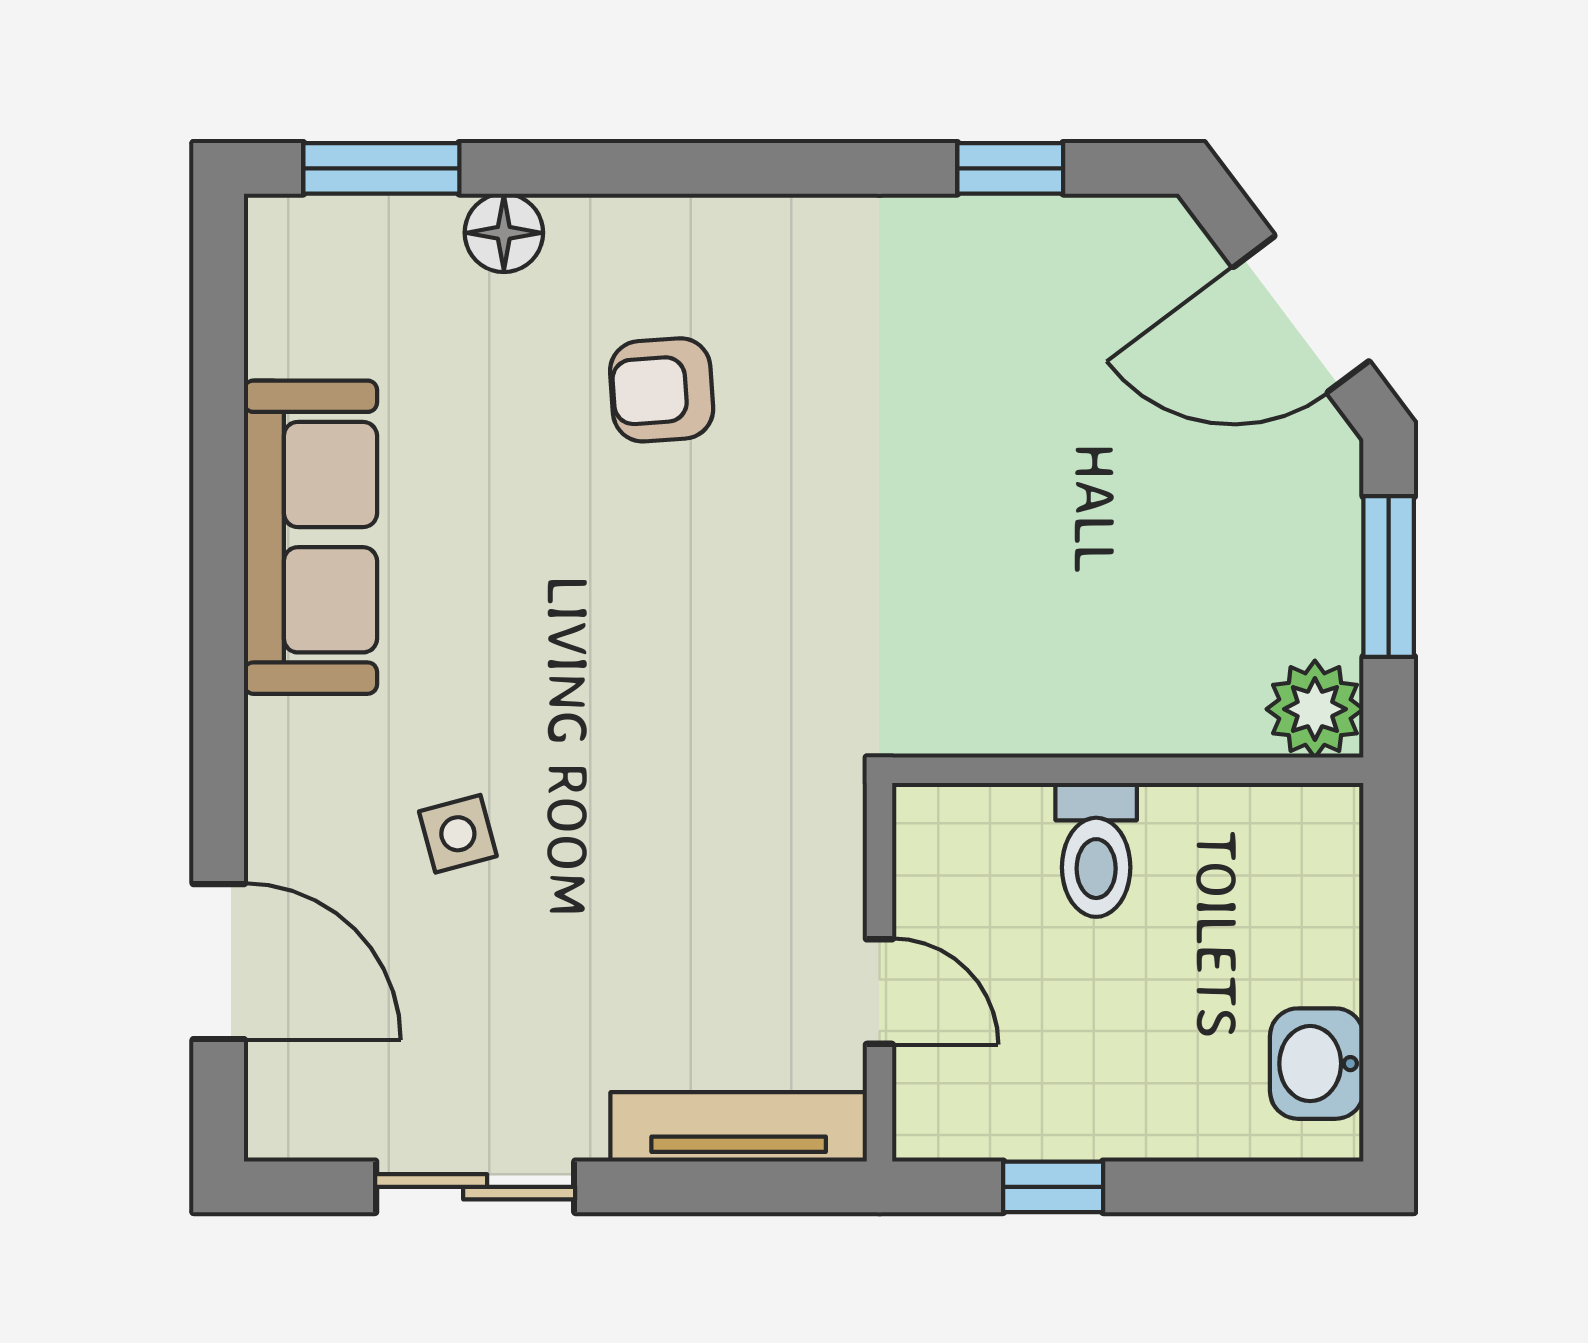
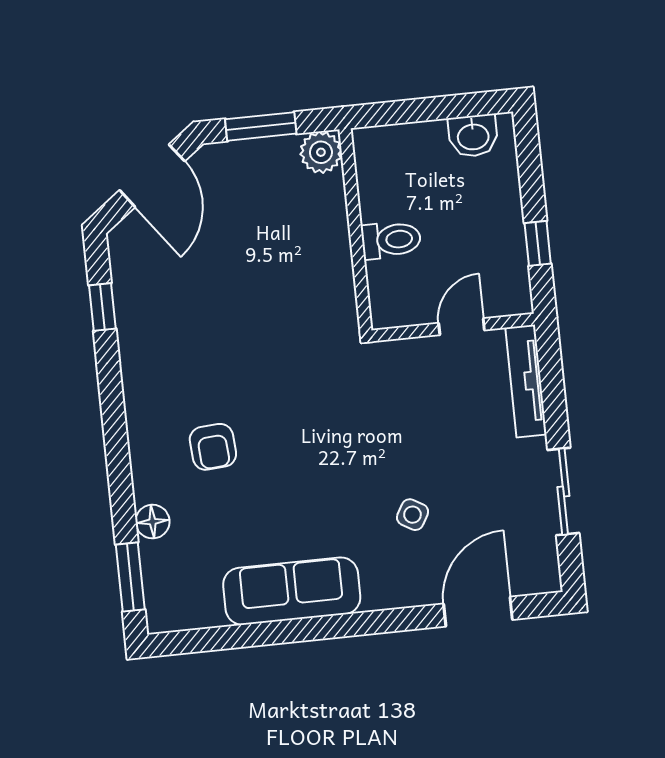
side table: (458, 834) -> (413, 515), turned 45

